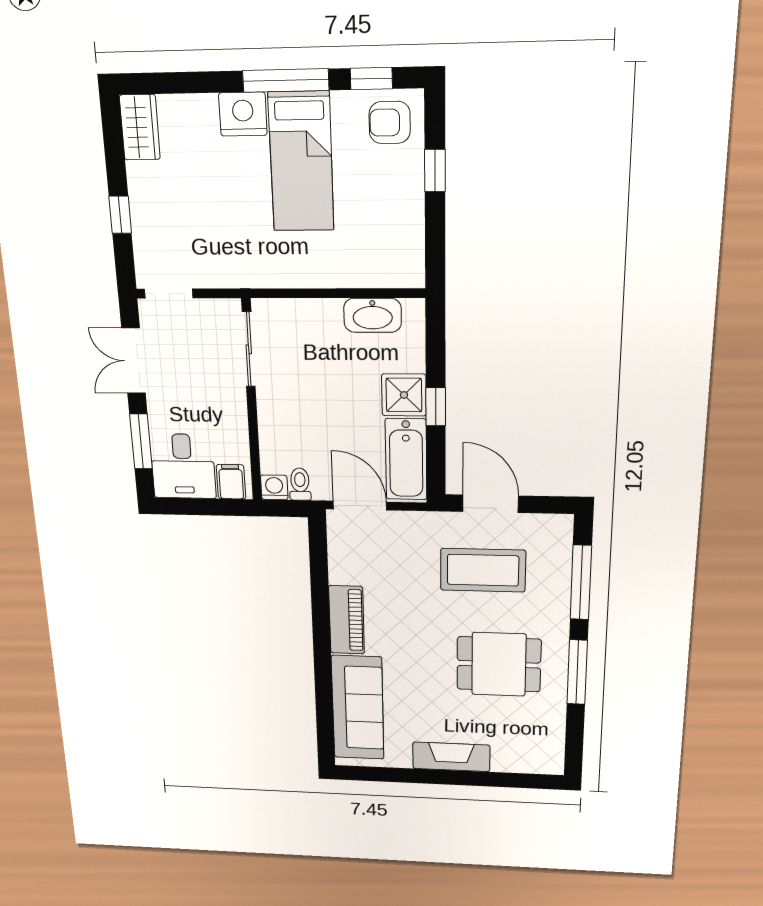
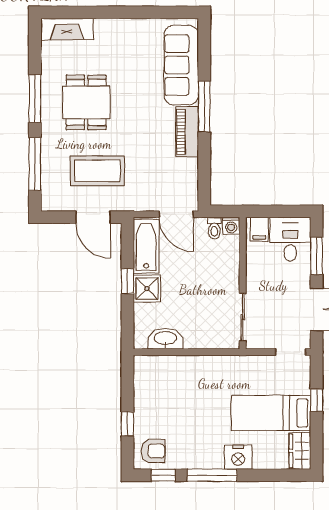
bed: (301, 162) -> (271, 413), moved, turned -90
window: (322, 653) -> (204, 107), added
dining table: (499, 664) -> (86, 102), turned 90
fireplace: (451, 757) -> (67, 29), moved

